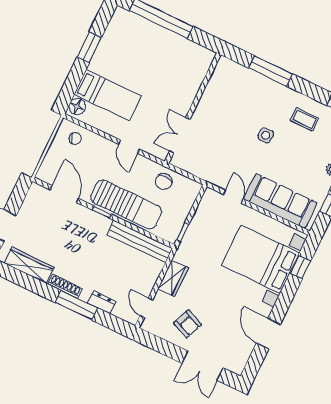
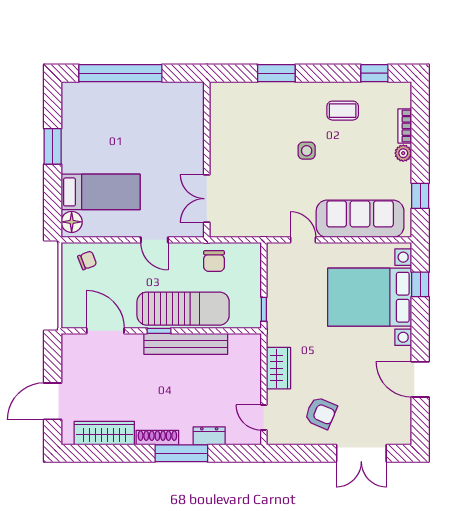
window: (270, 71) -> (276, 73), width x0.69
bench: (140, 241) -> (186, 344), moved

